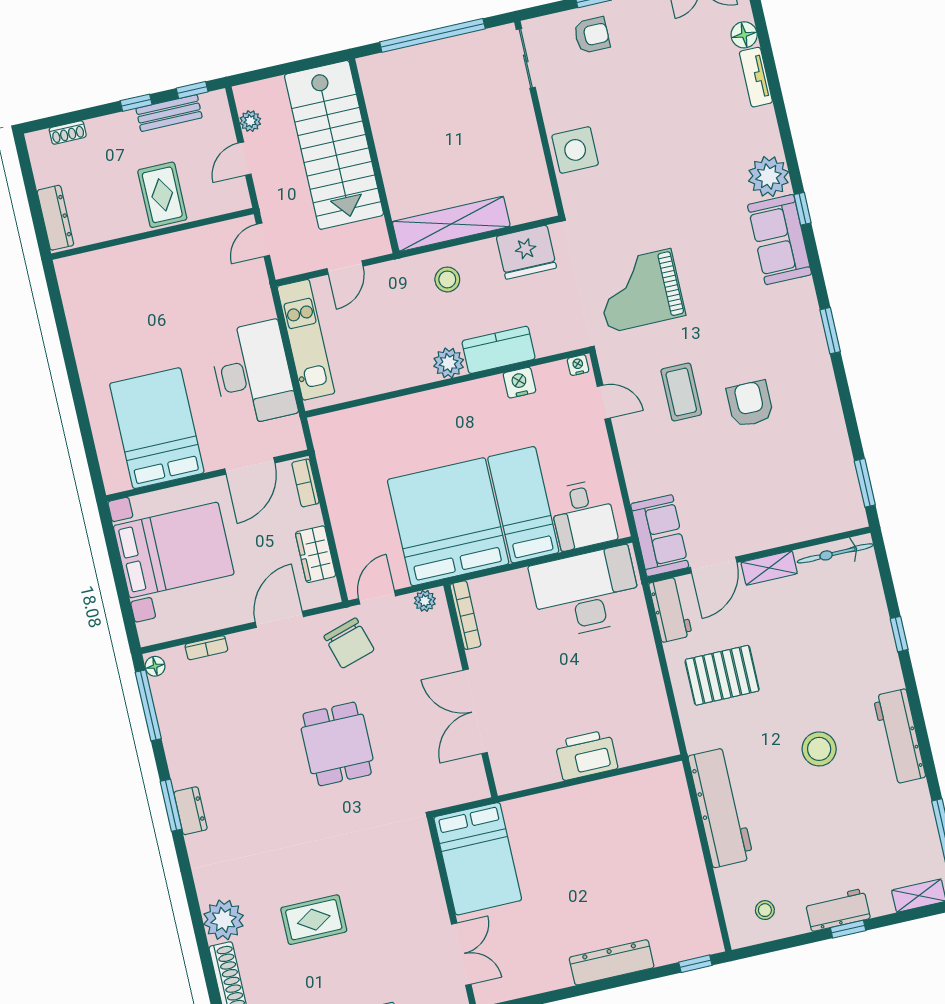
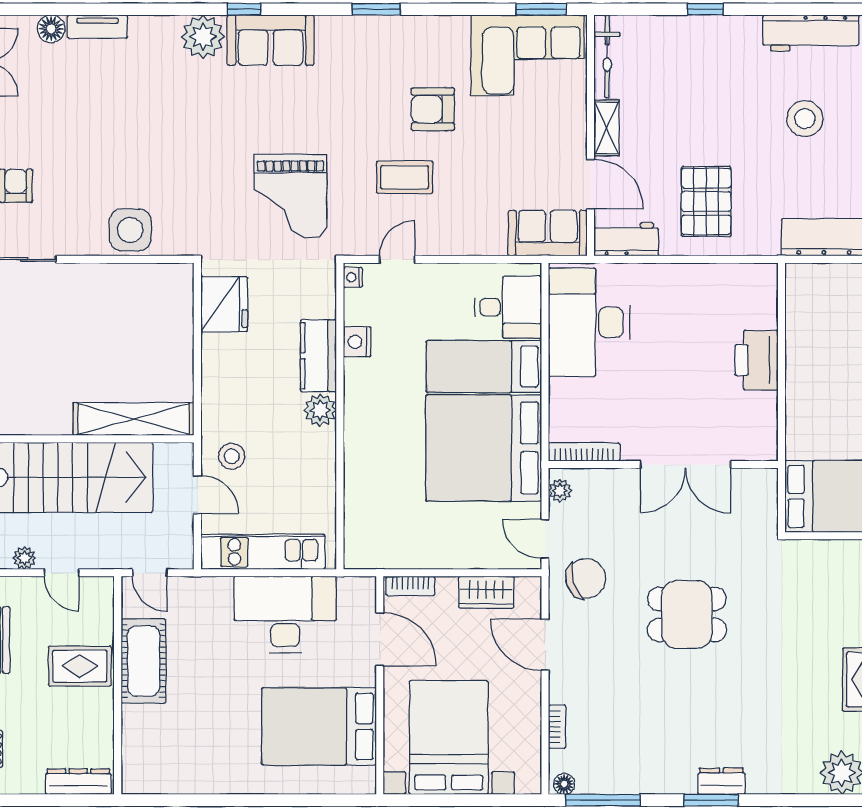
shelving: (451, 224) -> (134, 419), moved, turned 90
cot: (180, 253) -> (143, 661), added
stool: (447, 279) -> (232, 456), moved
corner sofa: (819, 480) -> (527, 55), added

